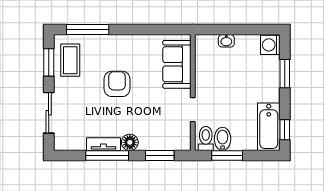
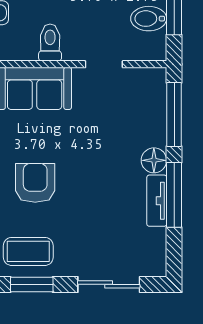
armchair: (117, 84) -> (35, 183), moved, turned 90
toilet: (206, 138) -> (50, 43), moved, turned 90
window: (160, 155) -> (174, 115), width x1.44

